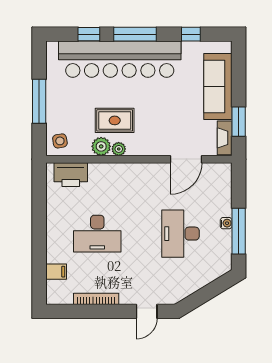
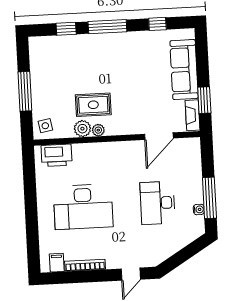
bar counter: (120, 59) -> (95, 50), removed
water cooler: (226, 223) -> (199, 209), moved
desk: (97, 234) -> (83, 207), width x1.36, depth x1.30
filing cabinet: (56, 272) -> (57, 263), moved, turned -90

